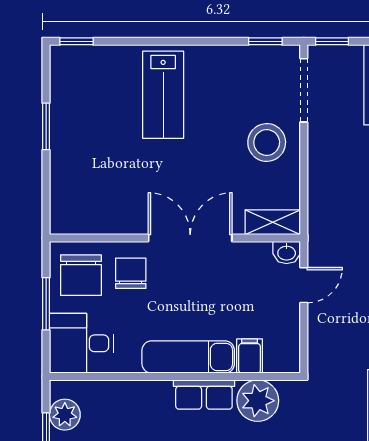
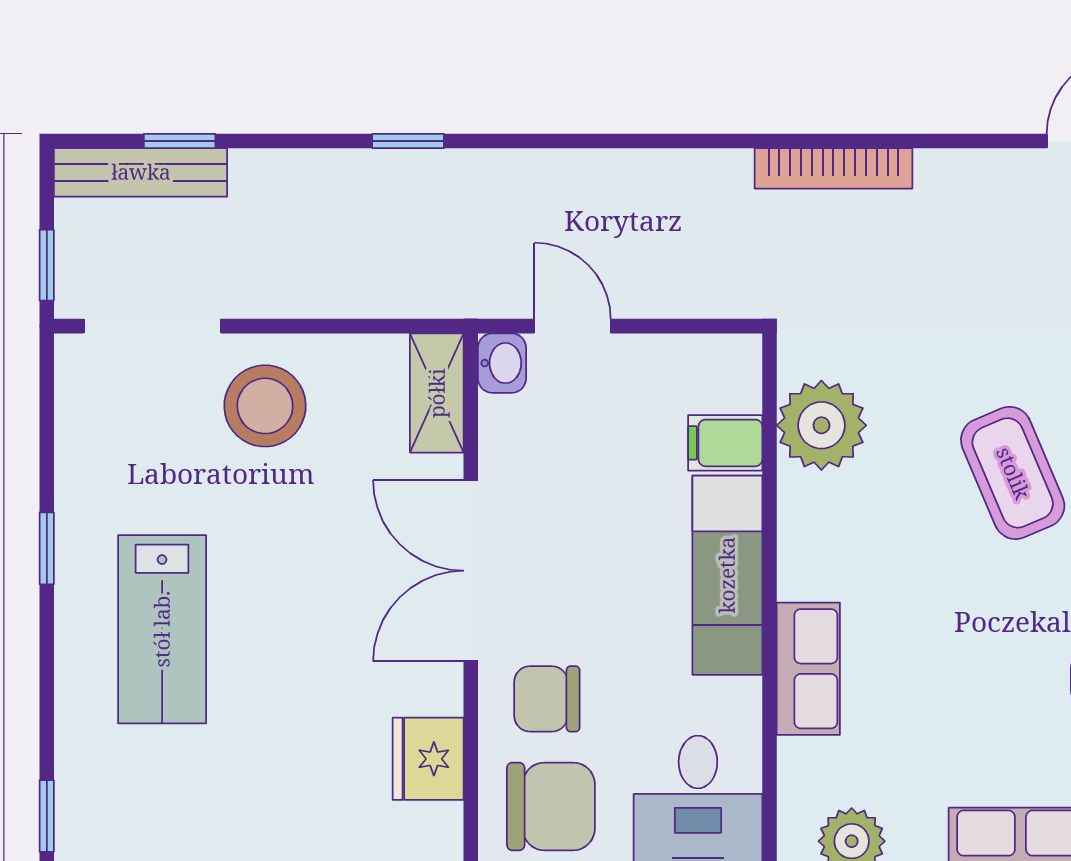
window: (265, 41) -> (47, 548), moved
lab bench: (163, 95) -> (162, 629), turned 90
fridge: (103, 218) -> (428, 759), added
row of seats: (204, 395) -> (808, 669), moved

